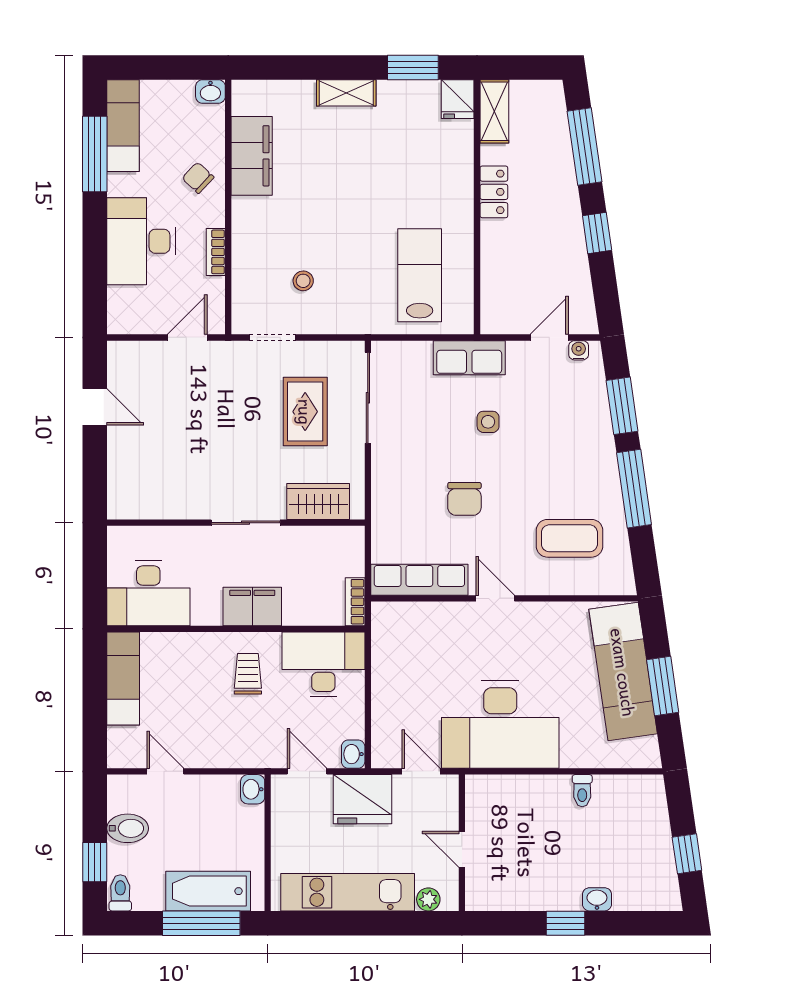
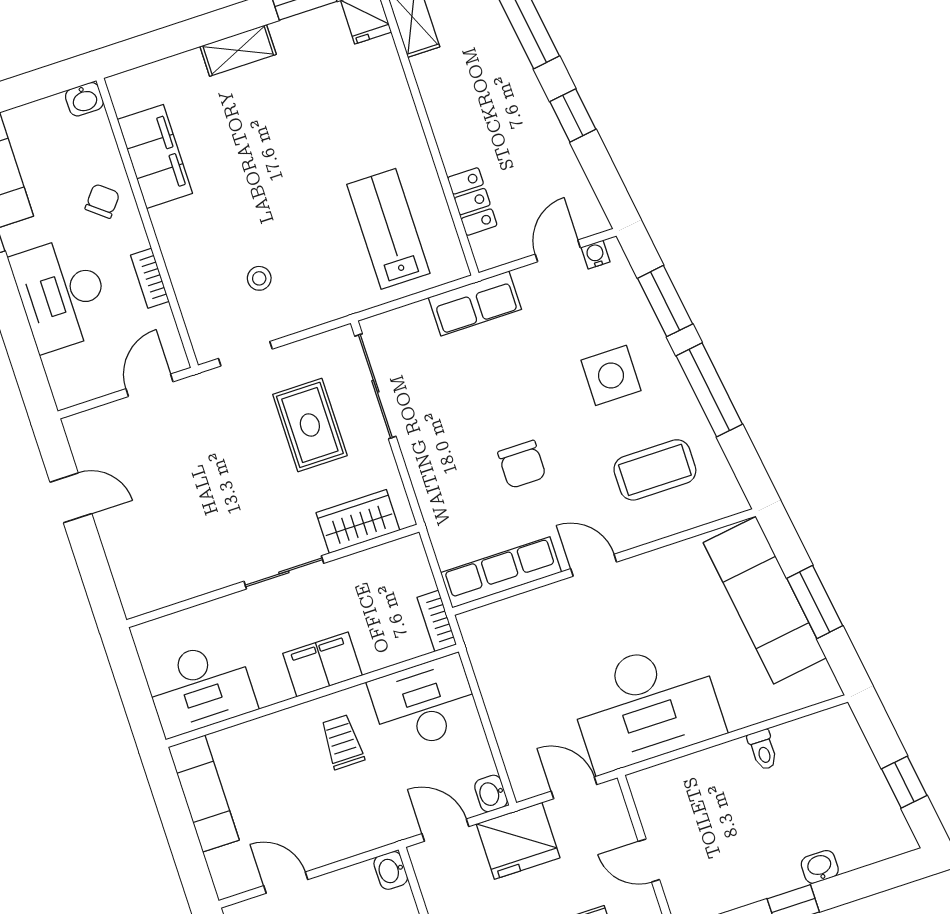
chair: (198, 178) -> (102, 201), turned 86
locker: (494, 192) -> (472, 202), moved
side table: (488, 422) -> (611, 375), moved, width x1.87, depth x1.87

